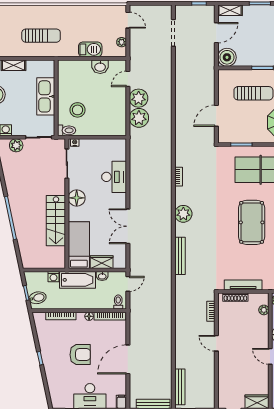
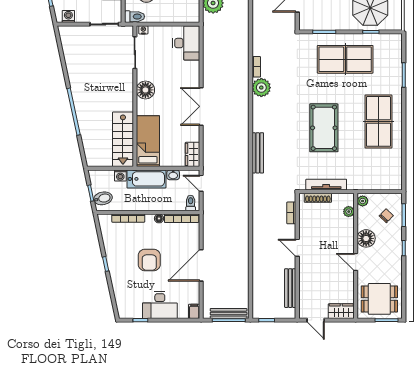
plant: (16, 145) -> (80, 33), removed
desk: (114, 177) -> (186, 43), moved
plant: (183, 214) -> (261, 88), moved
stairs: (56, 221) -> (123, 139), moved
pool table: (252, 222) -> (324, 128), moved
double door: (128, 226) -> (201, 106), moved
wardrobe: (102, 262) -> (192, 154), moved, turned -90
door: (128, 284) -> (201, 183), swing flipped
armchair: (80, 355) -> (149, 260), turned 90
bench: (180, 387) -> (290, 288), moved

